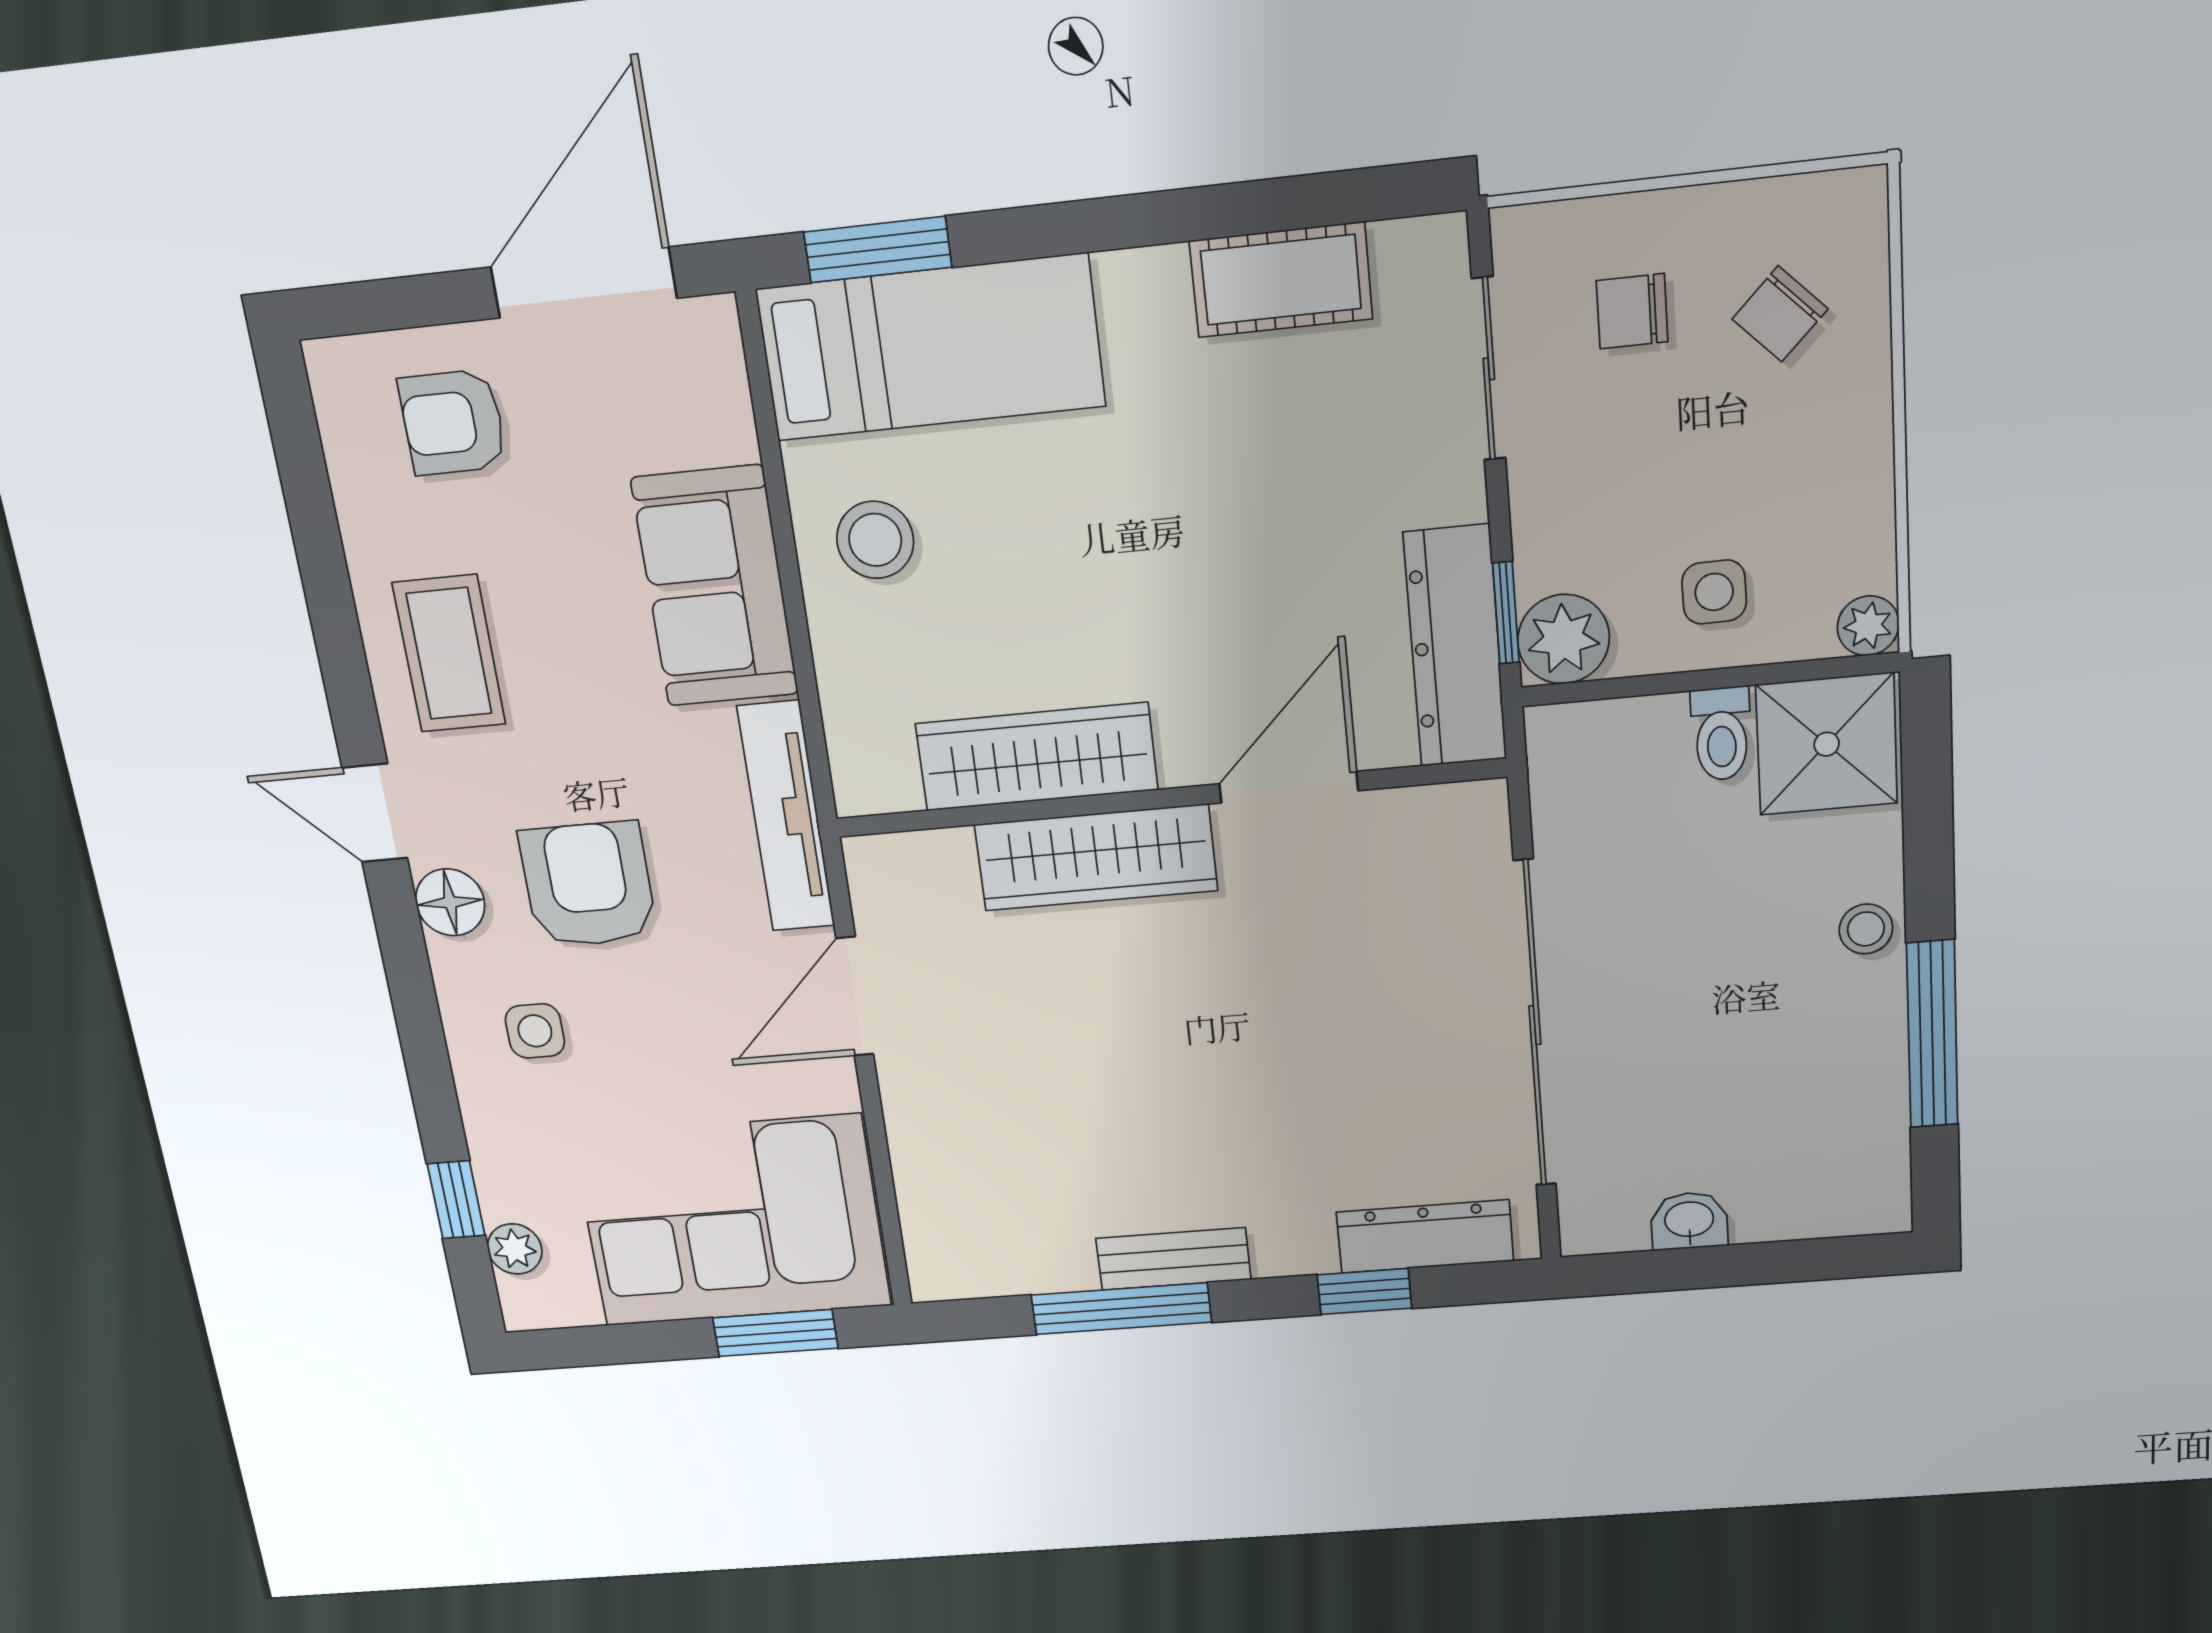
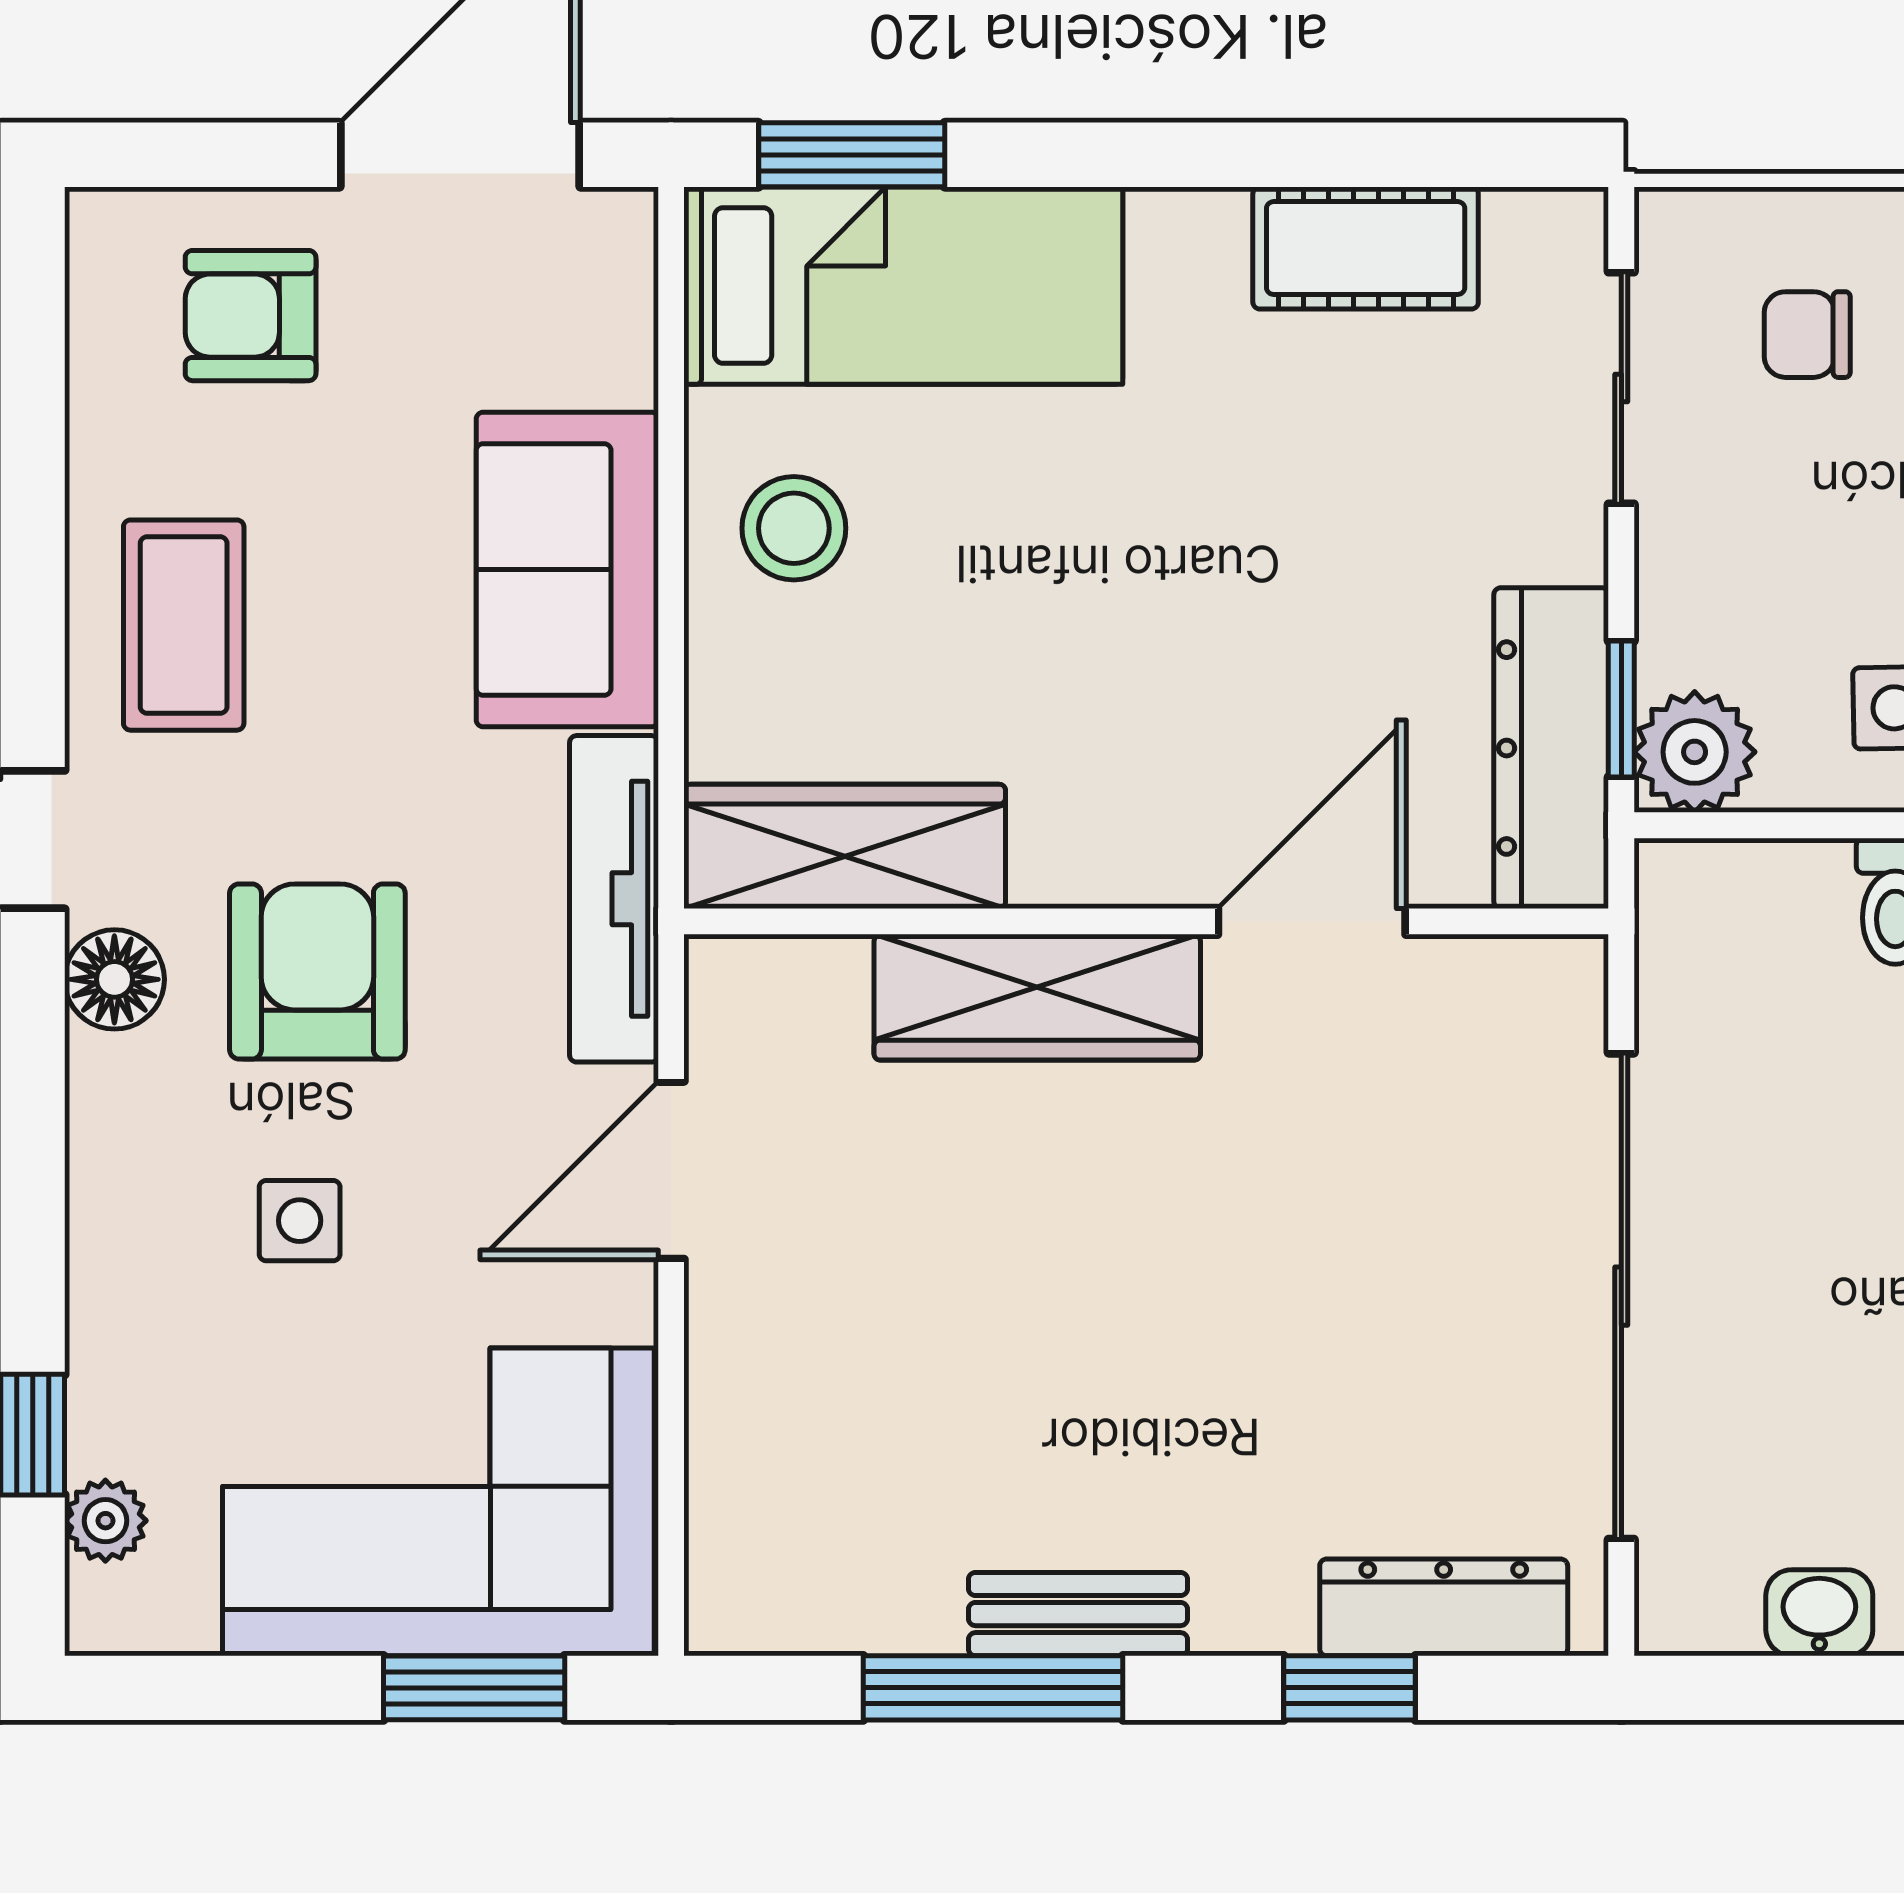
wardrobe: (1037, 757) -> (845, 846), moved
side table: (535, 1031) -> (300, 1221), moved

